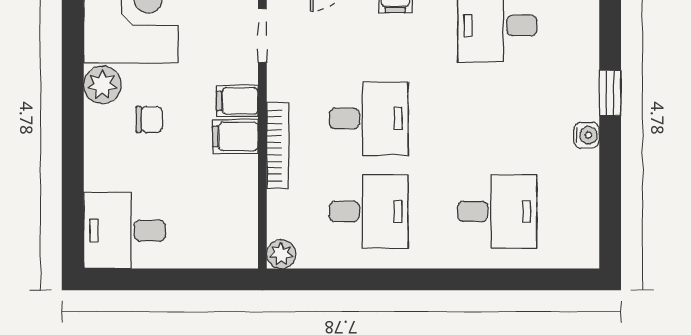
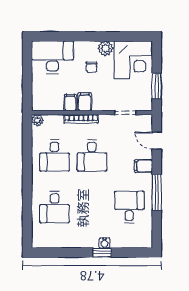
filing cabinet: (237, 101) -> (70, 103), moved
water cooler: (586, 135) -> (105, 243), moved
desk: (124, 231) -> (52, 57), width x1.37

